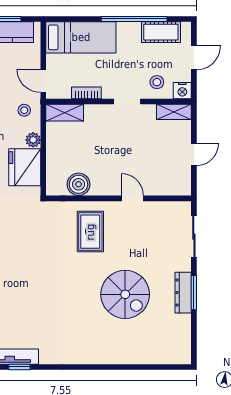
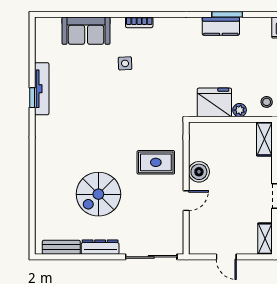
boiler: (79, 184) -> (199, 172), moved
sliding door: (194, 237) -> (151, 257), width x1.37
window: (194, 293) -> (100, 257), removed
bench: (183, 335) -> (61, 247), added

